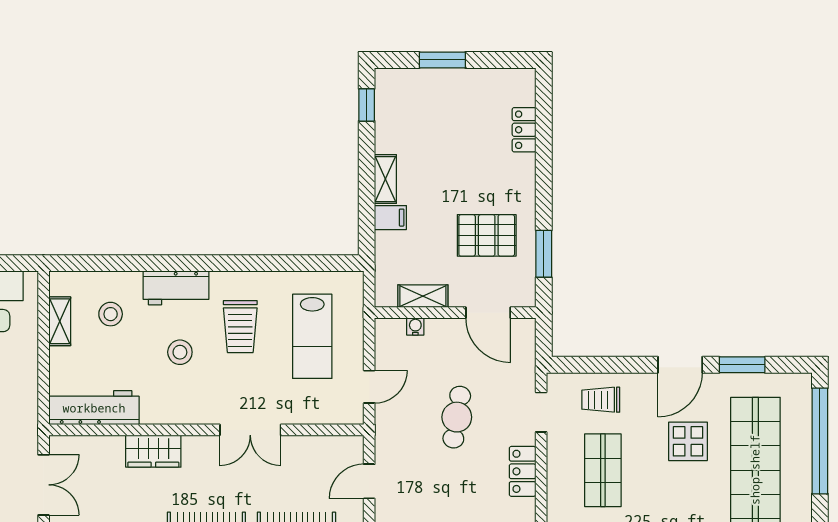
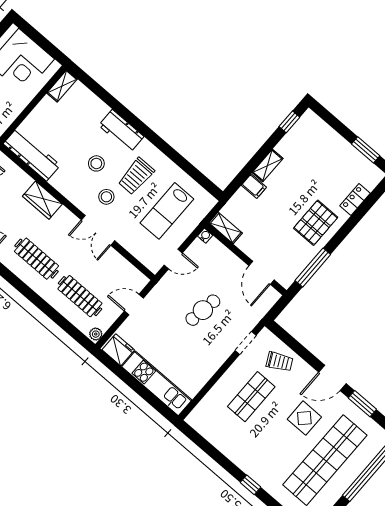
window: (442, 60) -> (366, 150), moved
pallet: (487, 235) -> (316, 223), moved, turned 90
window: (544, 254) -> (313, 268), width x1.44
shelving: (423, 296) -> (226, 228), moved
stool: (111, 314) -> (106, 197), moved
shelving: (60, 321) -> (62, 86), moved
water cooler: (415, 326) -> (205, 236), moved
trolley: (601, 400) -> (280, 362), turned 153
locker: (523, 471) -> (212, 364), removed

